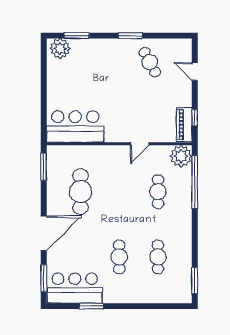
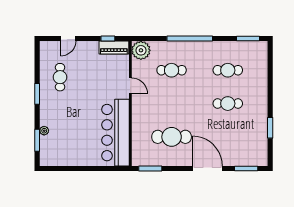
plant: (60, 48) -> (44, 131), moved, width x0.53, depth x0.53
cafe table: (150, 62) -> (60, 77), turned -62
bar counter: (75, 127) -> (115, 133), width x1.36
window: (195, 182) -> (190, 39), moved
bar counter: (75, 288) -> (255, 142), removed

